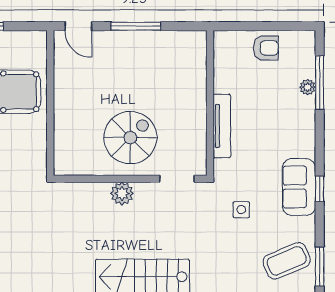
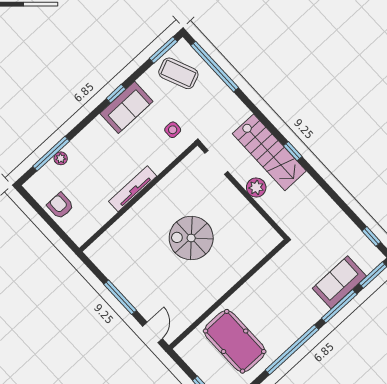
wall: (130, 179) -> (243, 191), moved
doorway: (177, 179) -> (216, 162), moved
plant: (122, 193) -> (256, 187), moved

